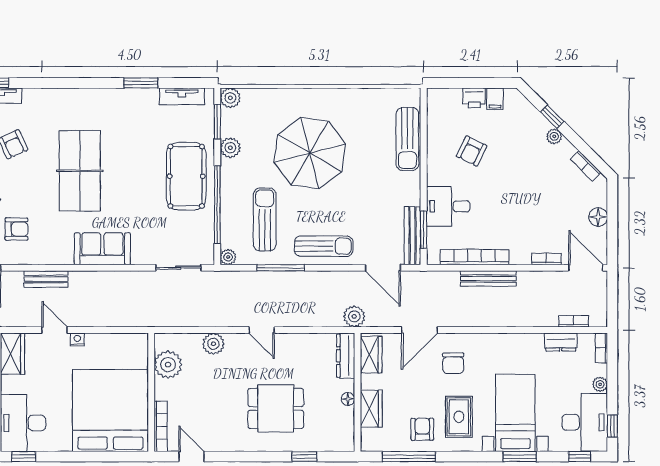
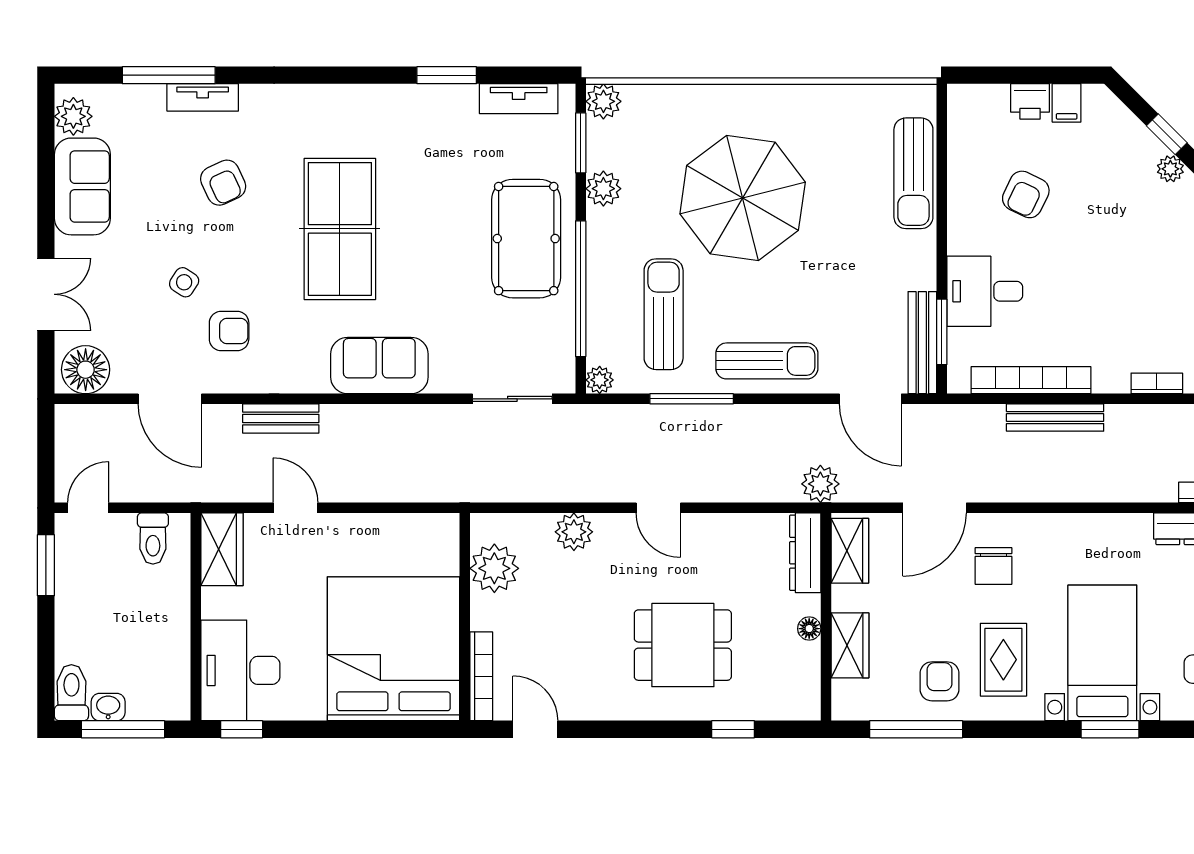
nightstand: (77, 339) -> (335, 524), removed

